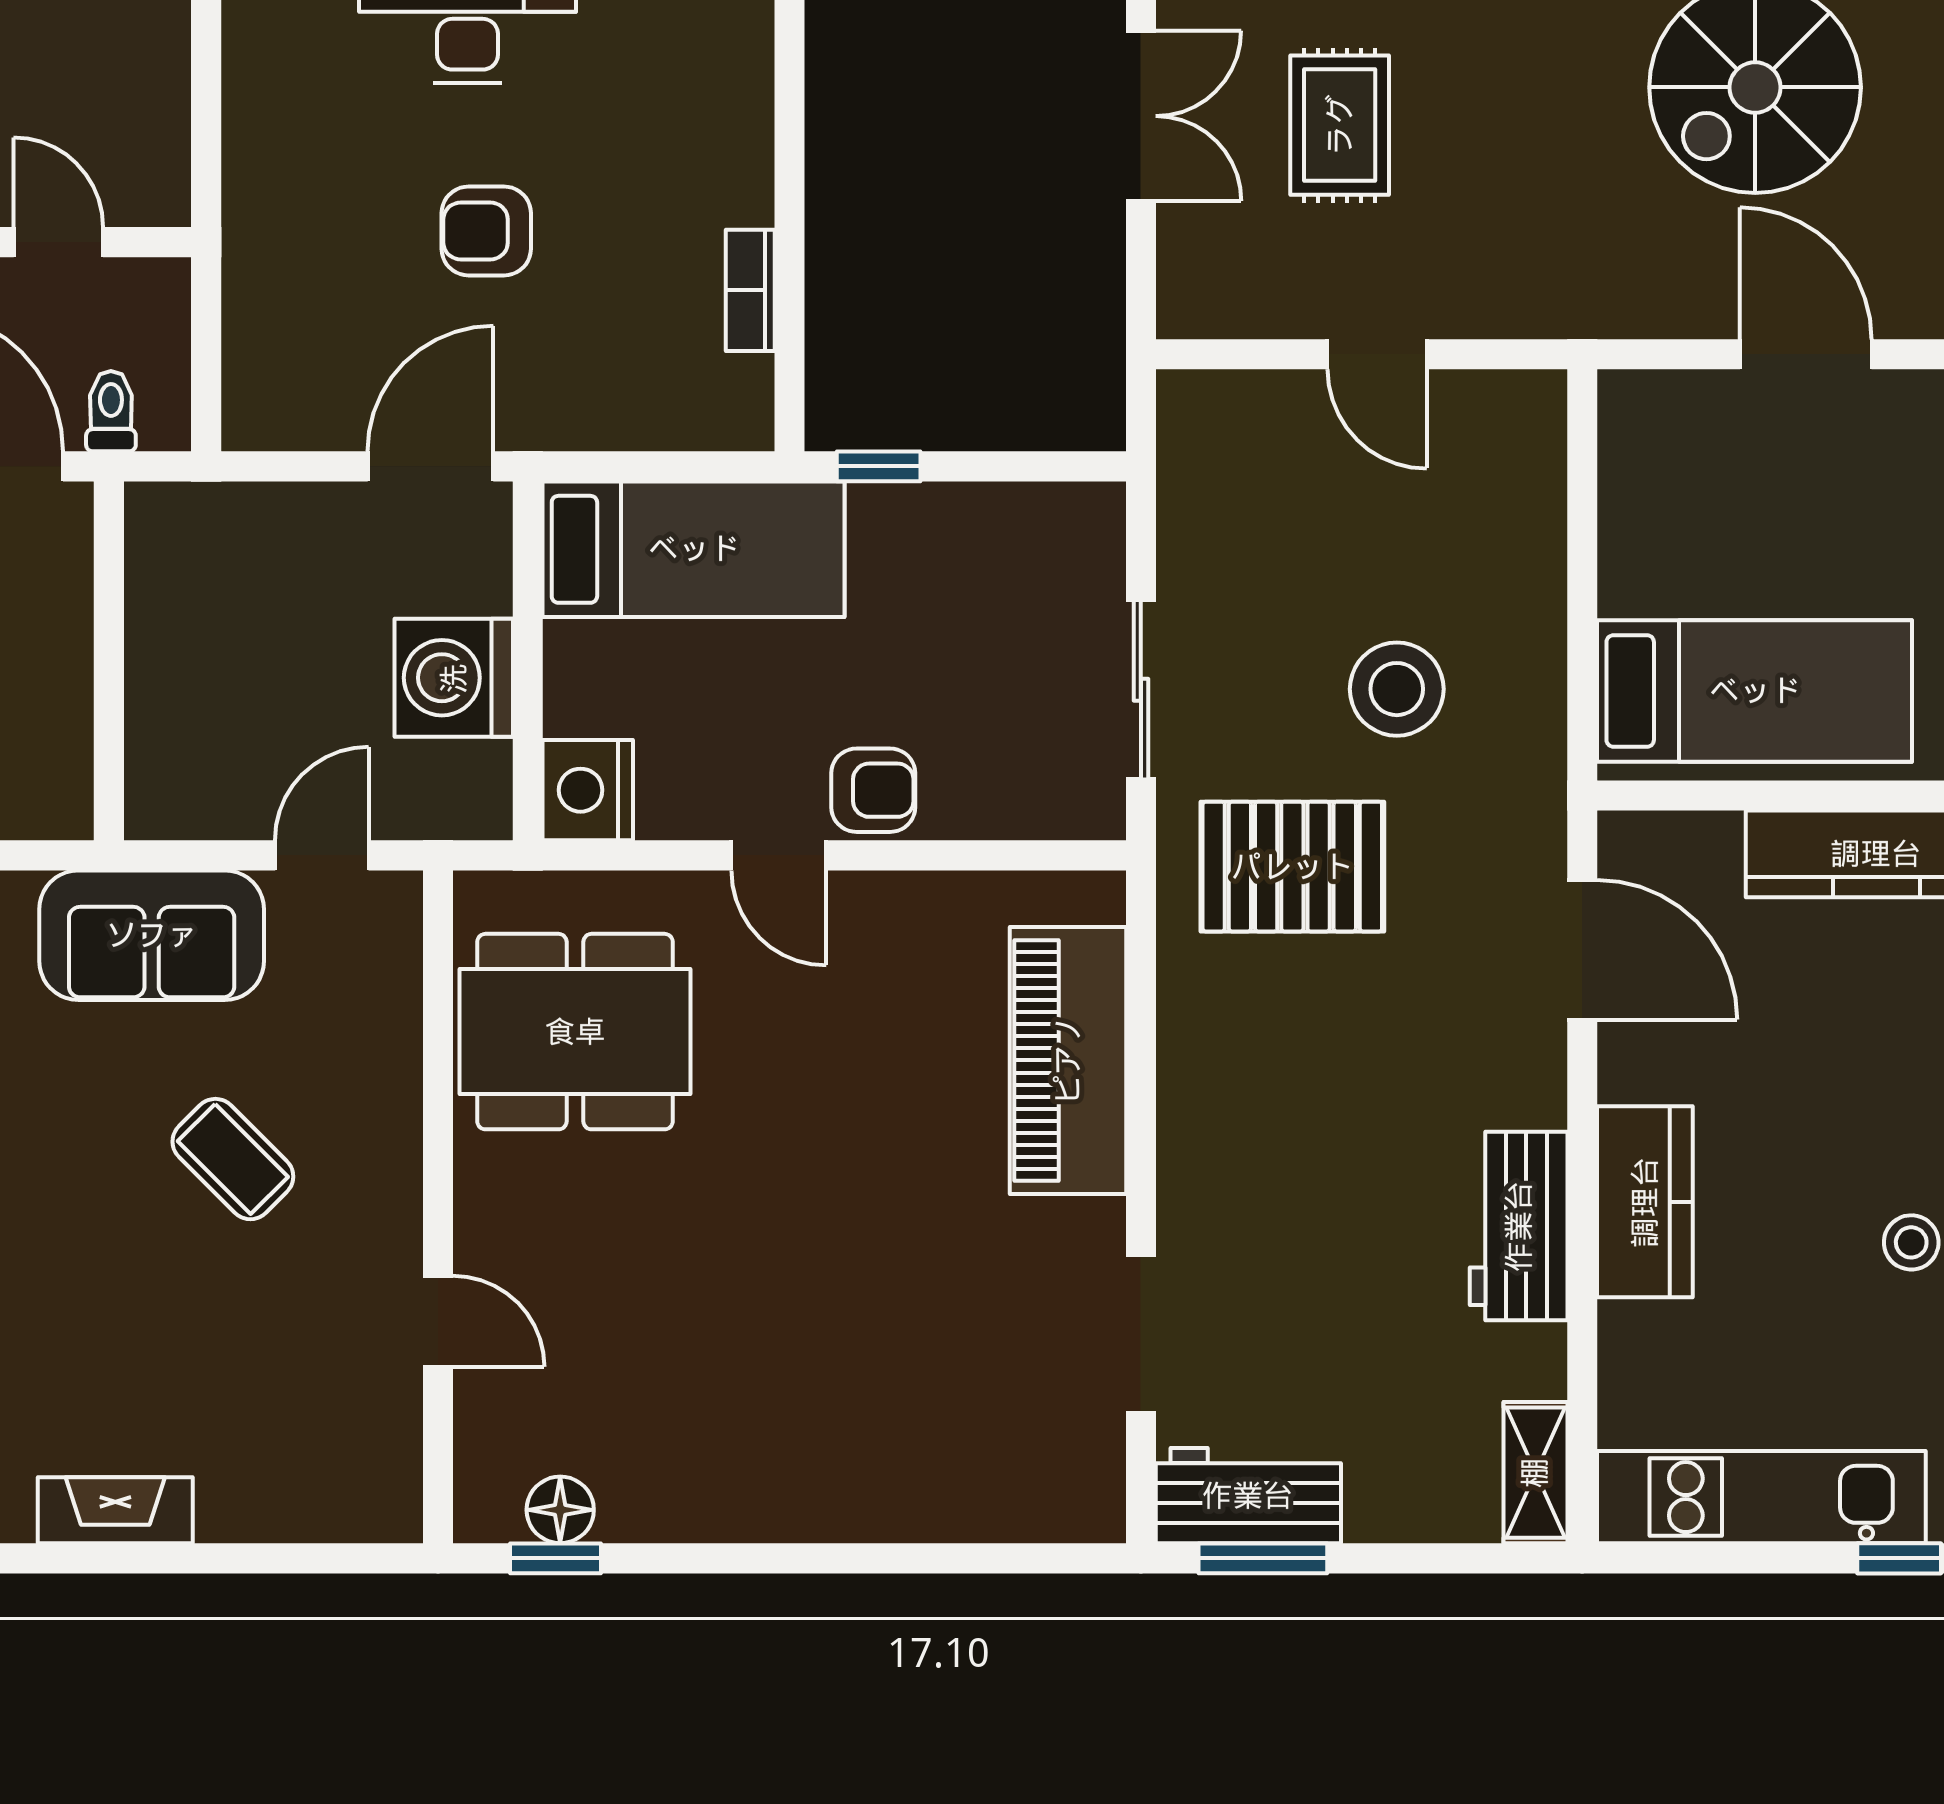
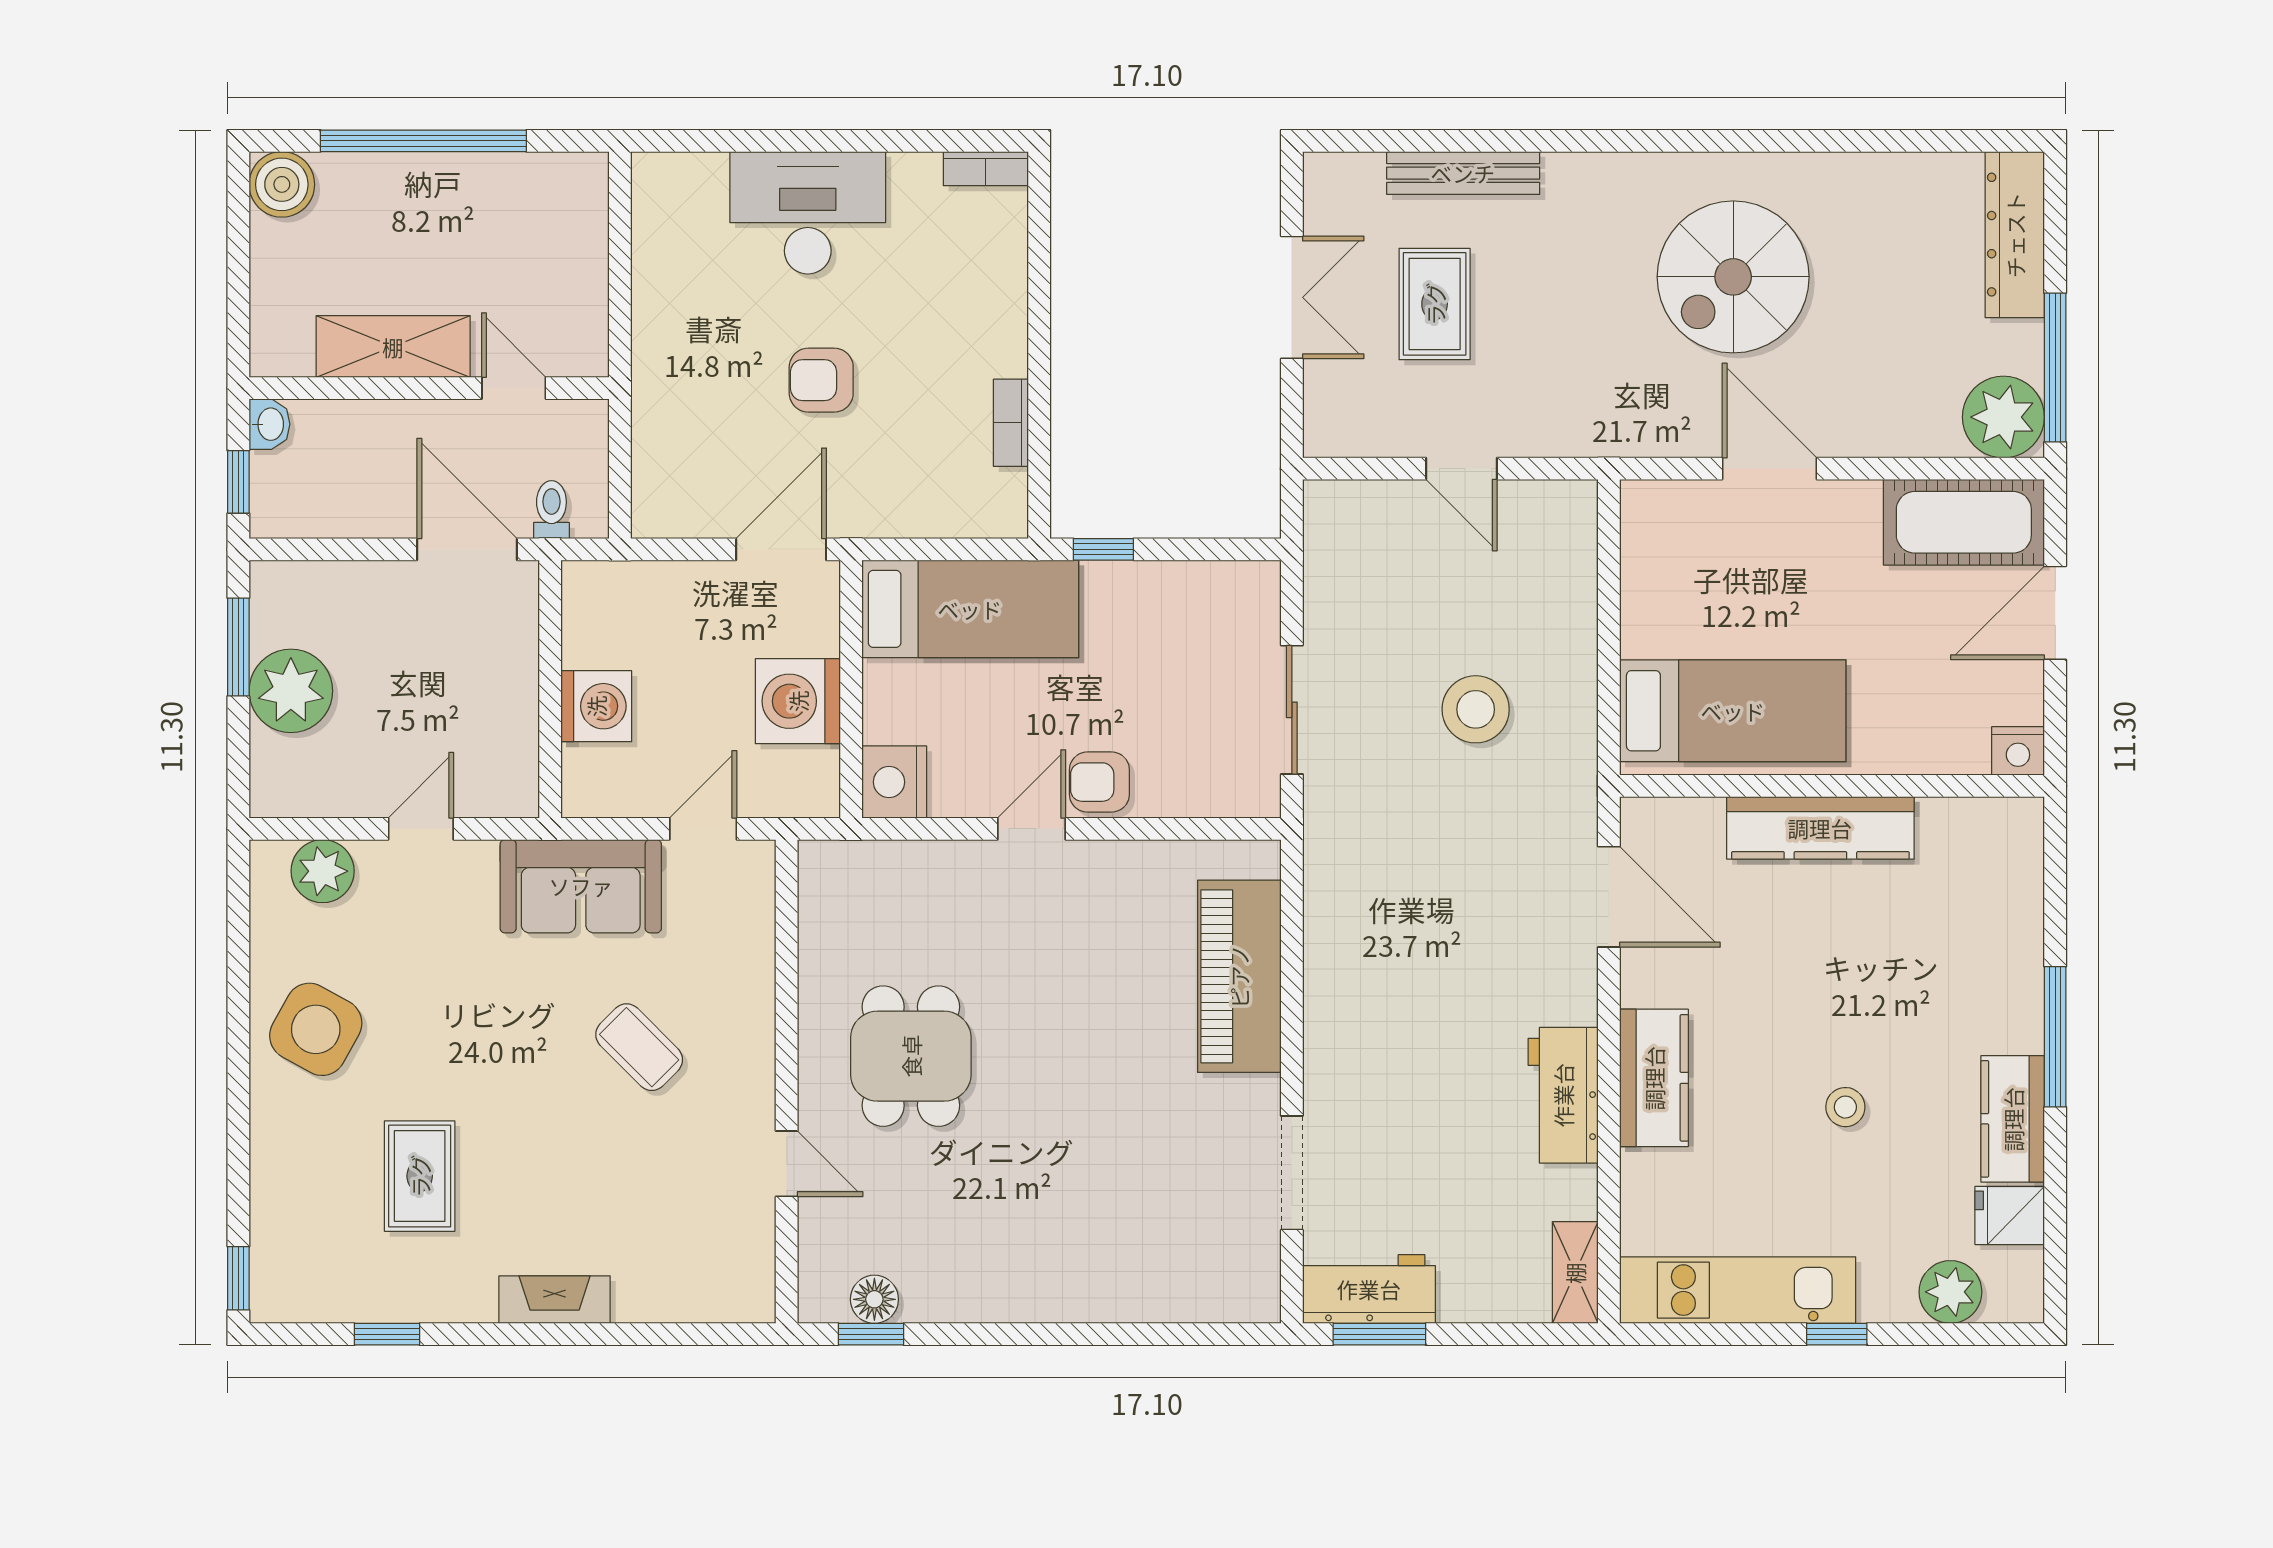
washing machine: (173, 685) -> (596, 706), added
armchair: (873, 790) -> (1099, 782), turned 180
door: (779, 855) -> (1031, 829), swing flipped
pallet: (1292, 867) -> (1401, 837), removed
dining table: (575, 1032) -> (911, 1056), moved, width x0.73

